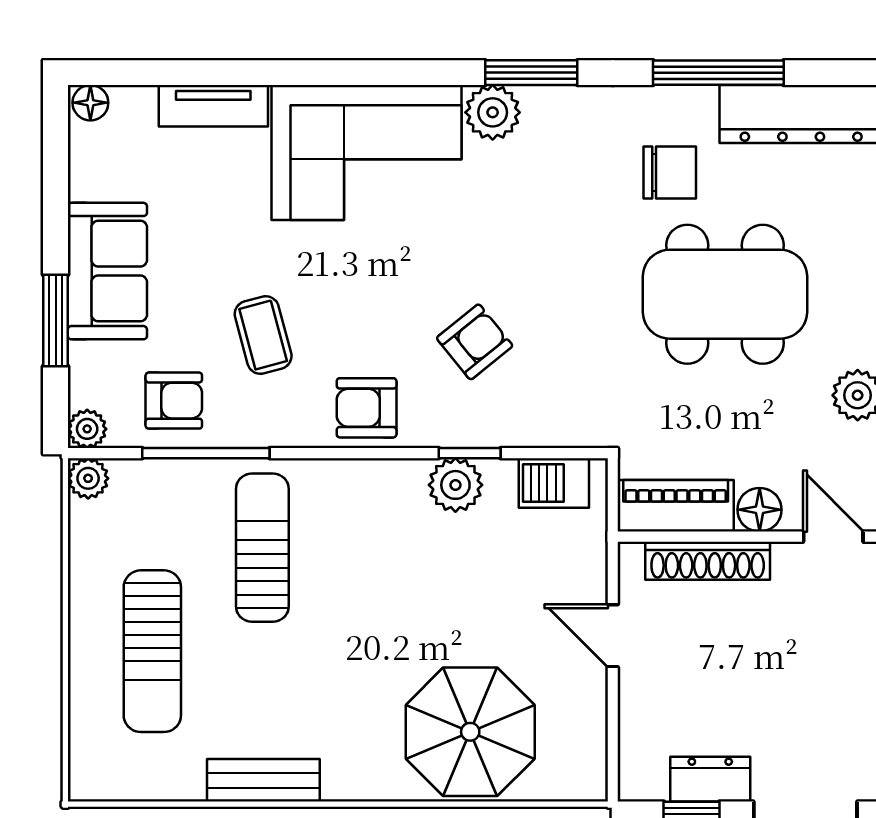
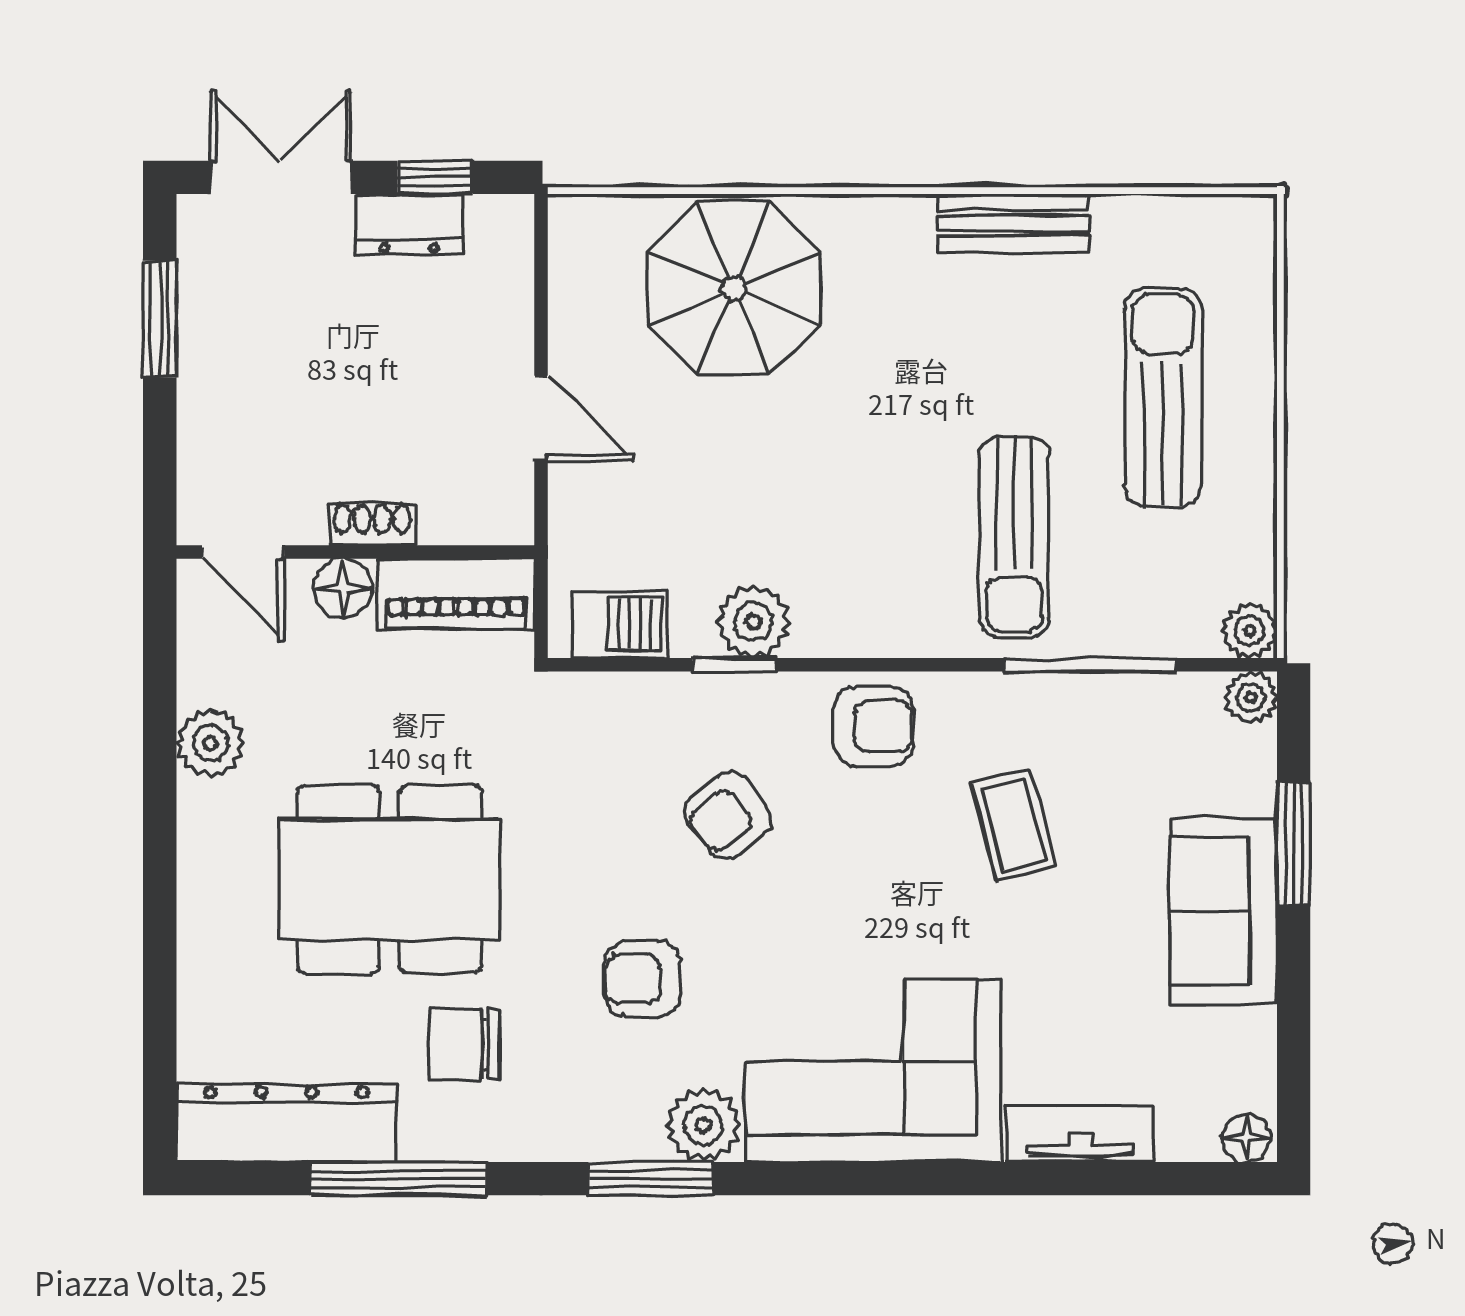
armchair: (174, 401) -> (642, 979), moved
shoe rack: (708, 561) -> (372, 524), width x0.51, depth x0.81

